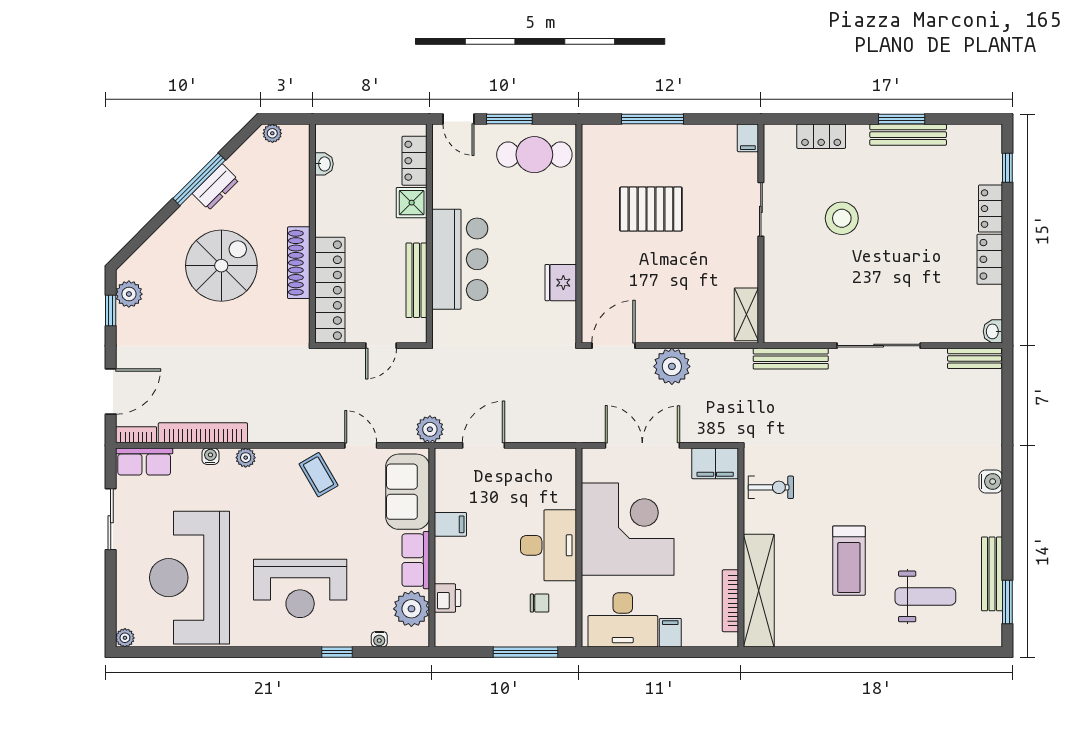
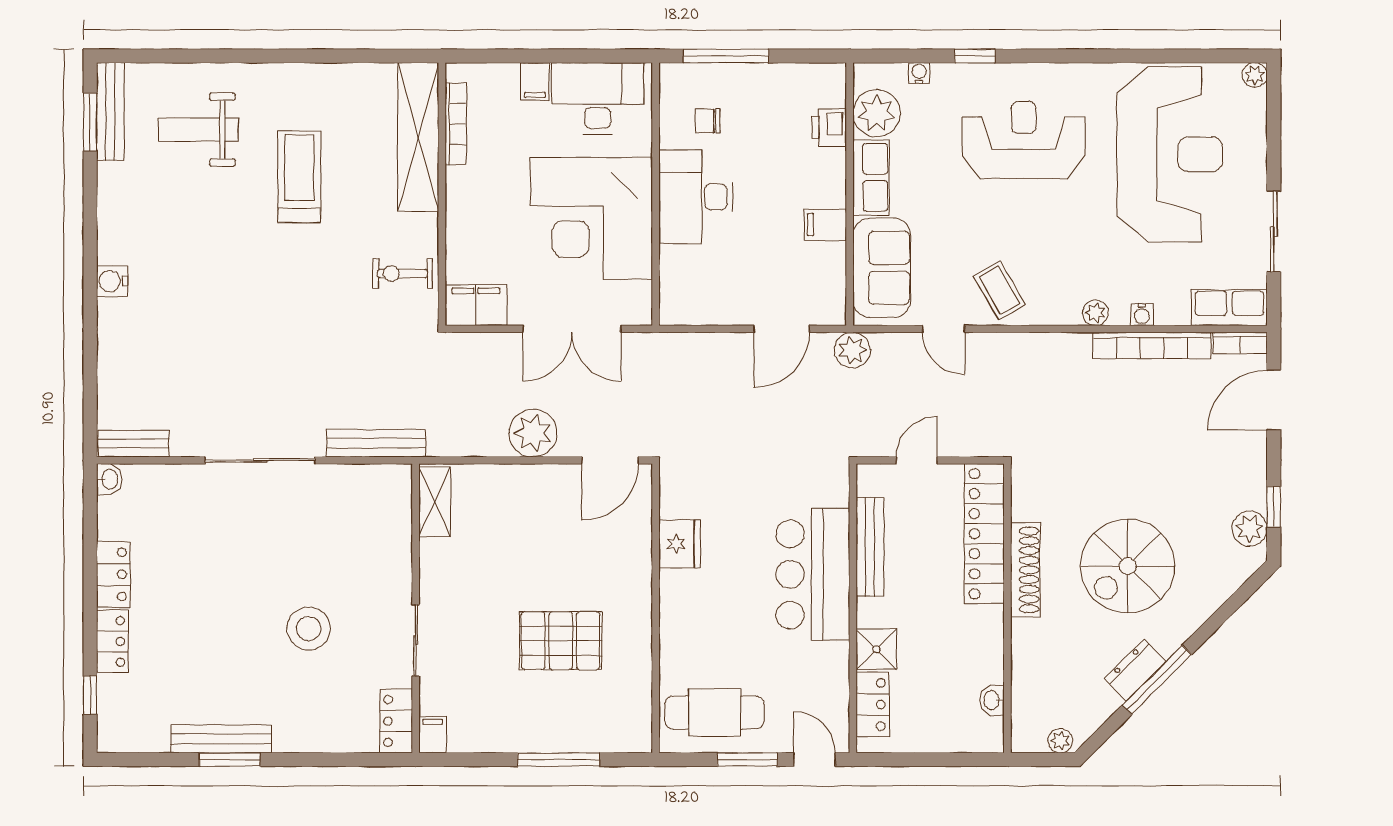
locker: (821, 136) -> (396, 721), moved, turned -90
bench: (992, 574) -> (110, 112), moved

